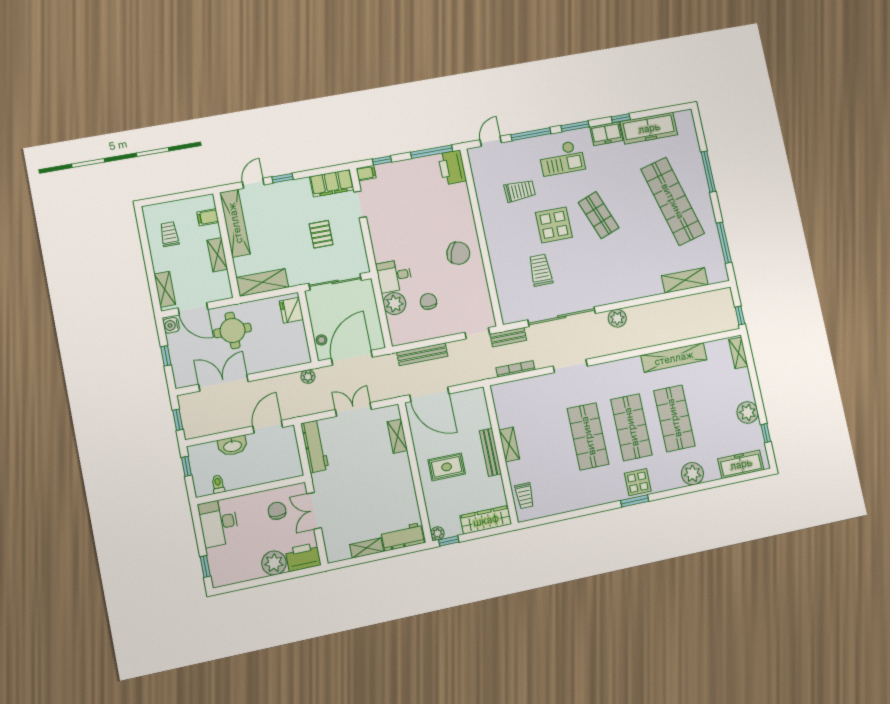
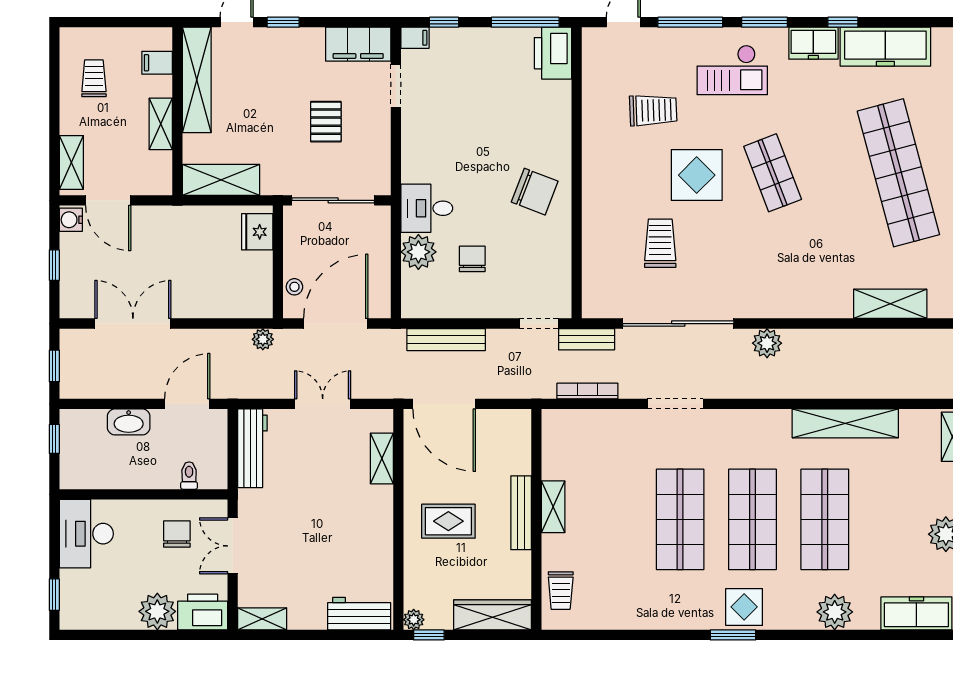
round table: (233, 330) -> (162, 246), removed
toilet: (218, 484) -> (189, 476), moved
shelving: (367, 548) -> (262, 619), moved

